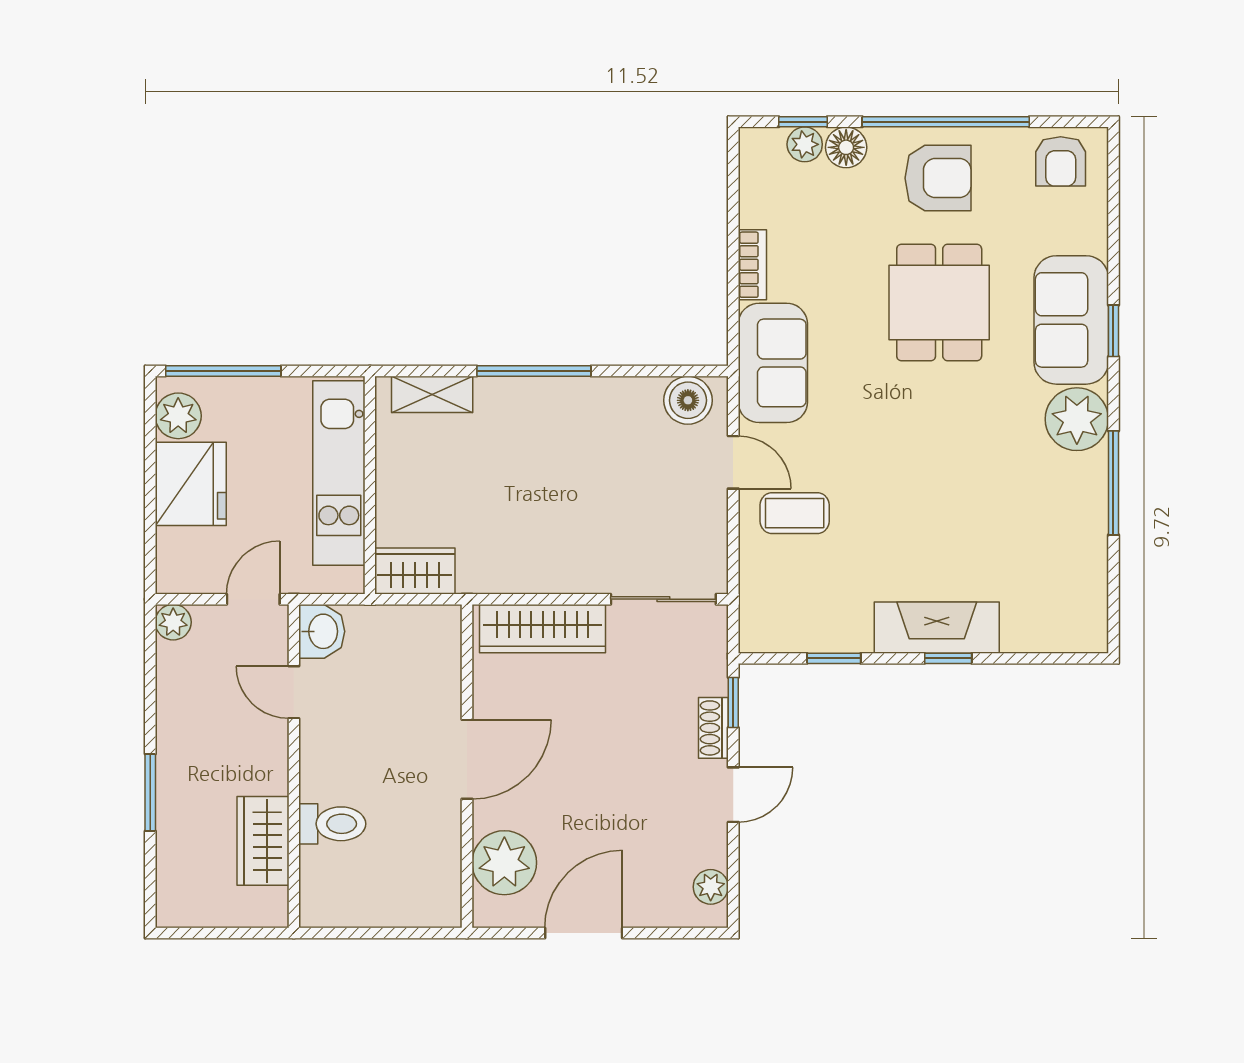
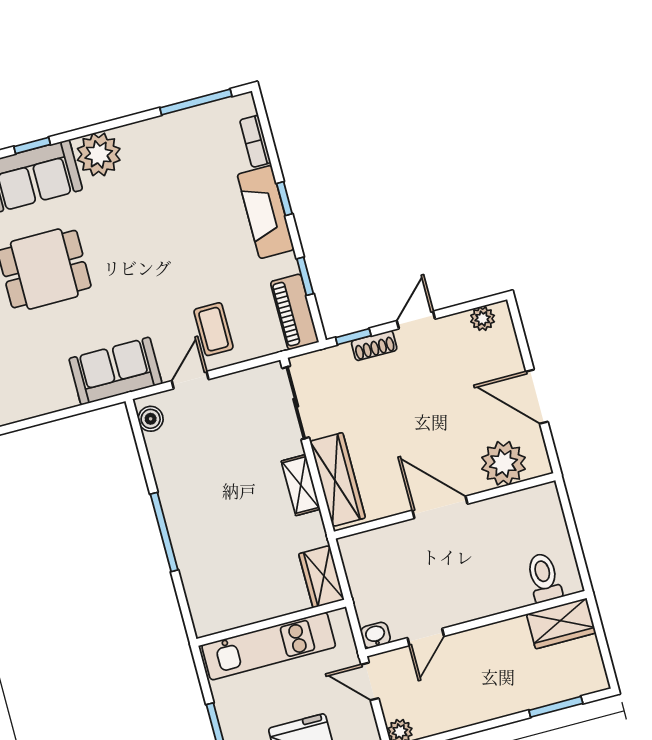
bookcase: (752, 265) -> (255, 141), moved, turned -90
shelving: (432, 394) -> (301, 485), moved
boiler: (688, 400) -> (151, 419), width x0.73, depth x0.73
window: (1113, 483) -> (196, 102), moved
washbasin: (322, 631) -> (375, 635), width x0.72, depth x0.69
piano: (789, 631) -> (294, 312), added
window: (150, 792) -> (556, 707), moved
door: (733, 795) -> (416, 320), hinge flipped
toilet: (332, 824) -> (544, 578), moved
wardrobe: (263, 841) -> (561, 623), moved

